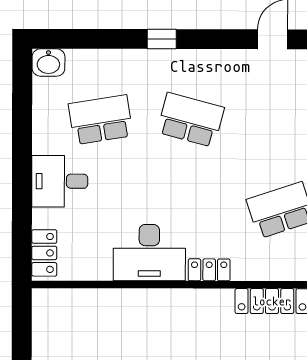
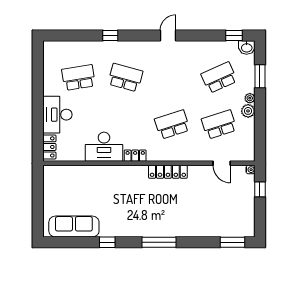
washbasin: (48, 63) -> (51, 48), removed
desk: (60, 181) -> (57, 115), width x1.37

